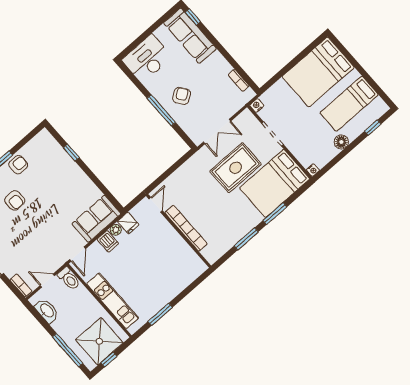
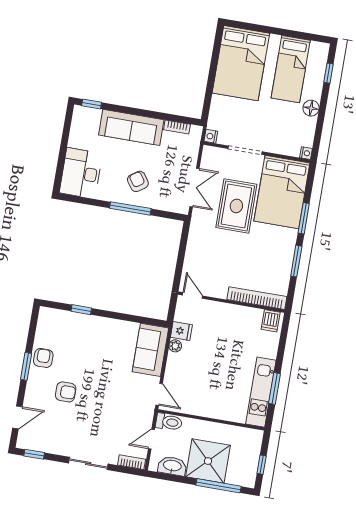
sofa: (190, 36) -> (131, 127), moved
bookcase: (186, 228) -> (257, 298), moved
dishwasher: (108, 241) -> (271, 321), moved, turned 90
kitchen unit: (113, 301) -> (261, 392), moved, turned -90
shower: (99, 341) -> (208, 461), moved

